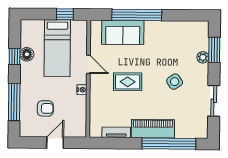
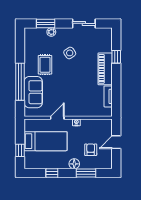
window: (65, 14) -> (20, 150), moved
floor lamp: (27, 54) -> (74, 164), moved
rug: (128, 82) -> (45, 65), moved
window: (14, 102) -> (86, 173), width x0.69
door: (55, 143) -> (116, 142), hinge flipped
window: (169, 144) -> (116, 57), width x0.32

